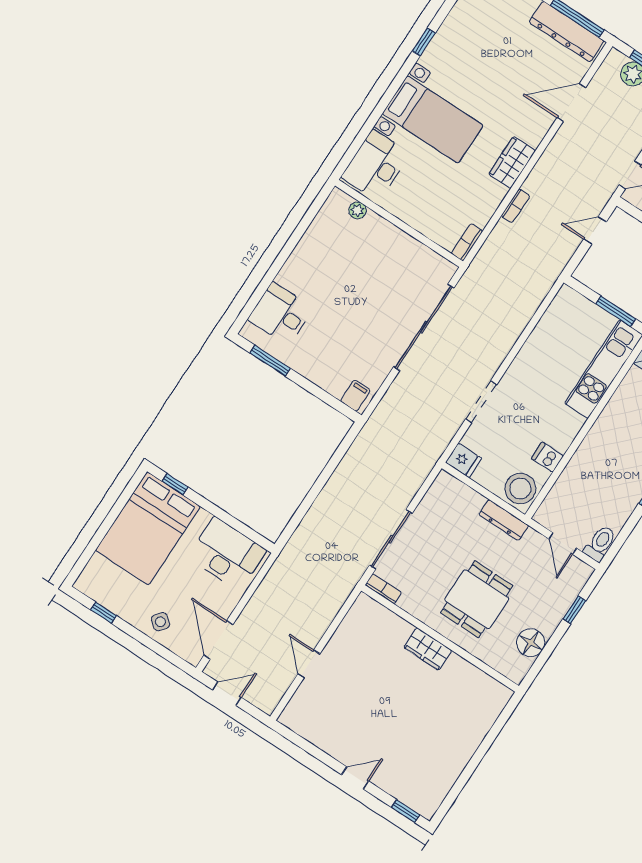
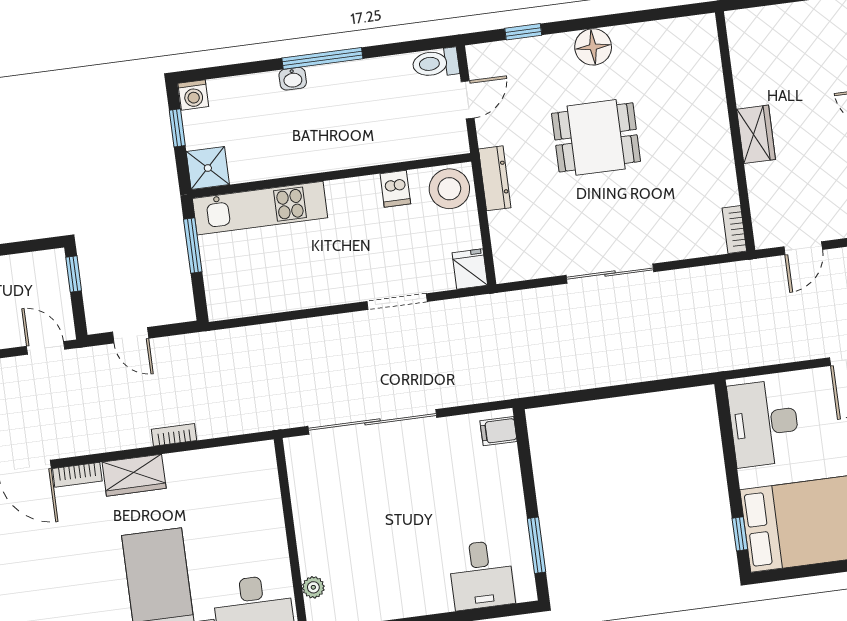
bookcase: (467, 242) -> (77, 475), moved
bookcase: (383, 589) -> (734, 229), moved
wall: (440, 638) -> (735, 131), moved
wardrobe: (428, 649) -> (756, 134), moved

